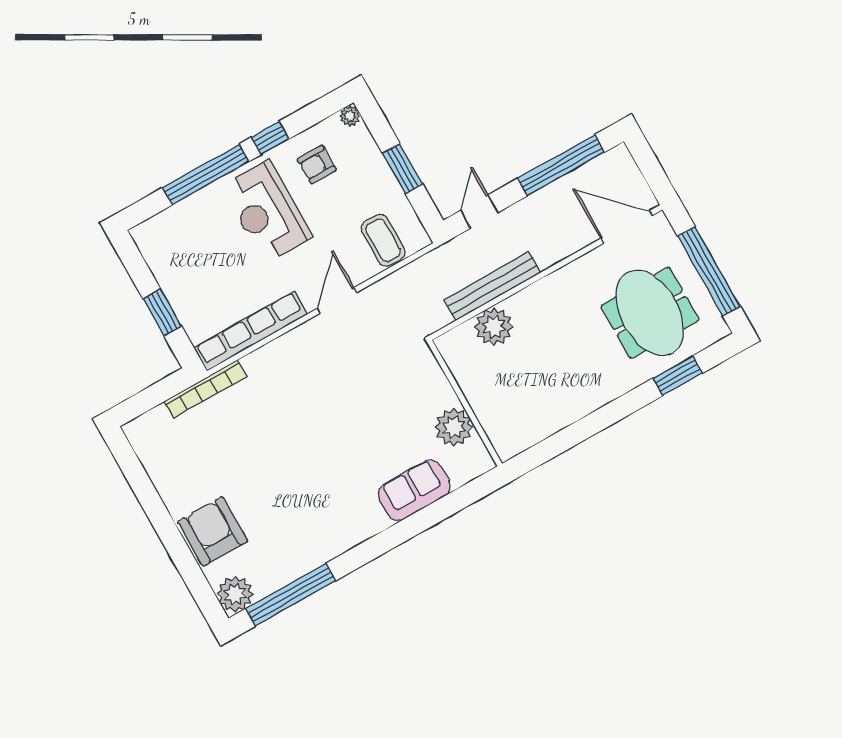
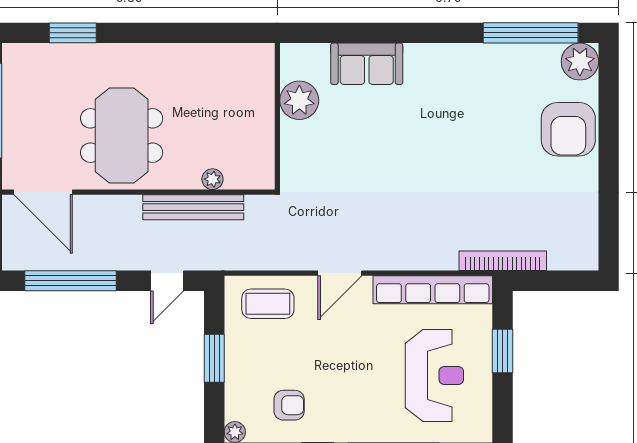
reception desk: (267, 212) -> (434, 375), moved
coffee table: (383, 240) -> (268, 304), turned 90
meeting table: (650, 313) -> (122, 136), moved
plant: (494, 327) -> (212, 179), width x0.53, depth x0.53

